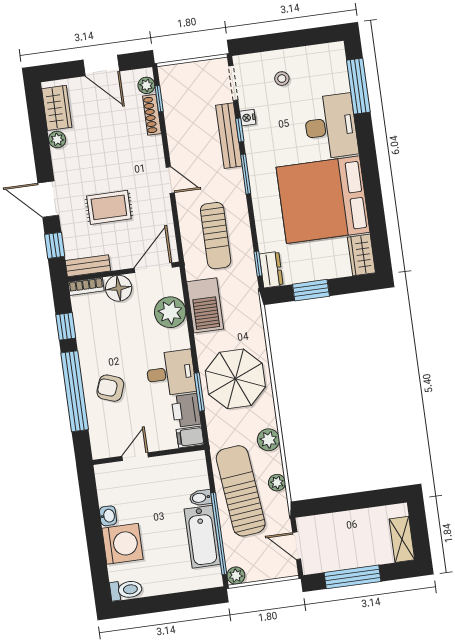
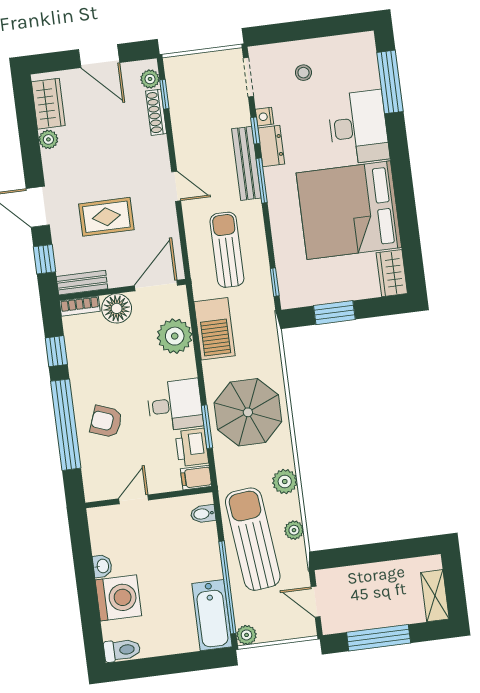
bench: (229, 136) -> (246, 163), moved
sun lounger: (216, 236) -> (227, 250), turned 180
dresser: (271, 270) -> (271, 146), moved
bidet: (201, 498) -> (203, 514), moved
bathtub: (202, 537) -> (212, 615), moved

